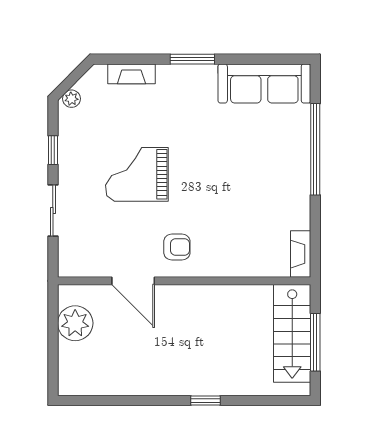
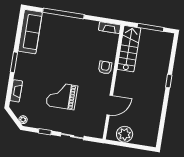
grand piano: (137, 174) -> (62, 96), turned 90
armchair: (177, 247) -> (105, 67), moved
stairs: (292, 333) -> (129, 49), moved, turned -90

